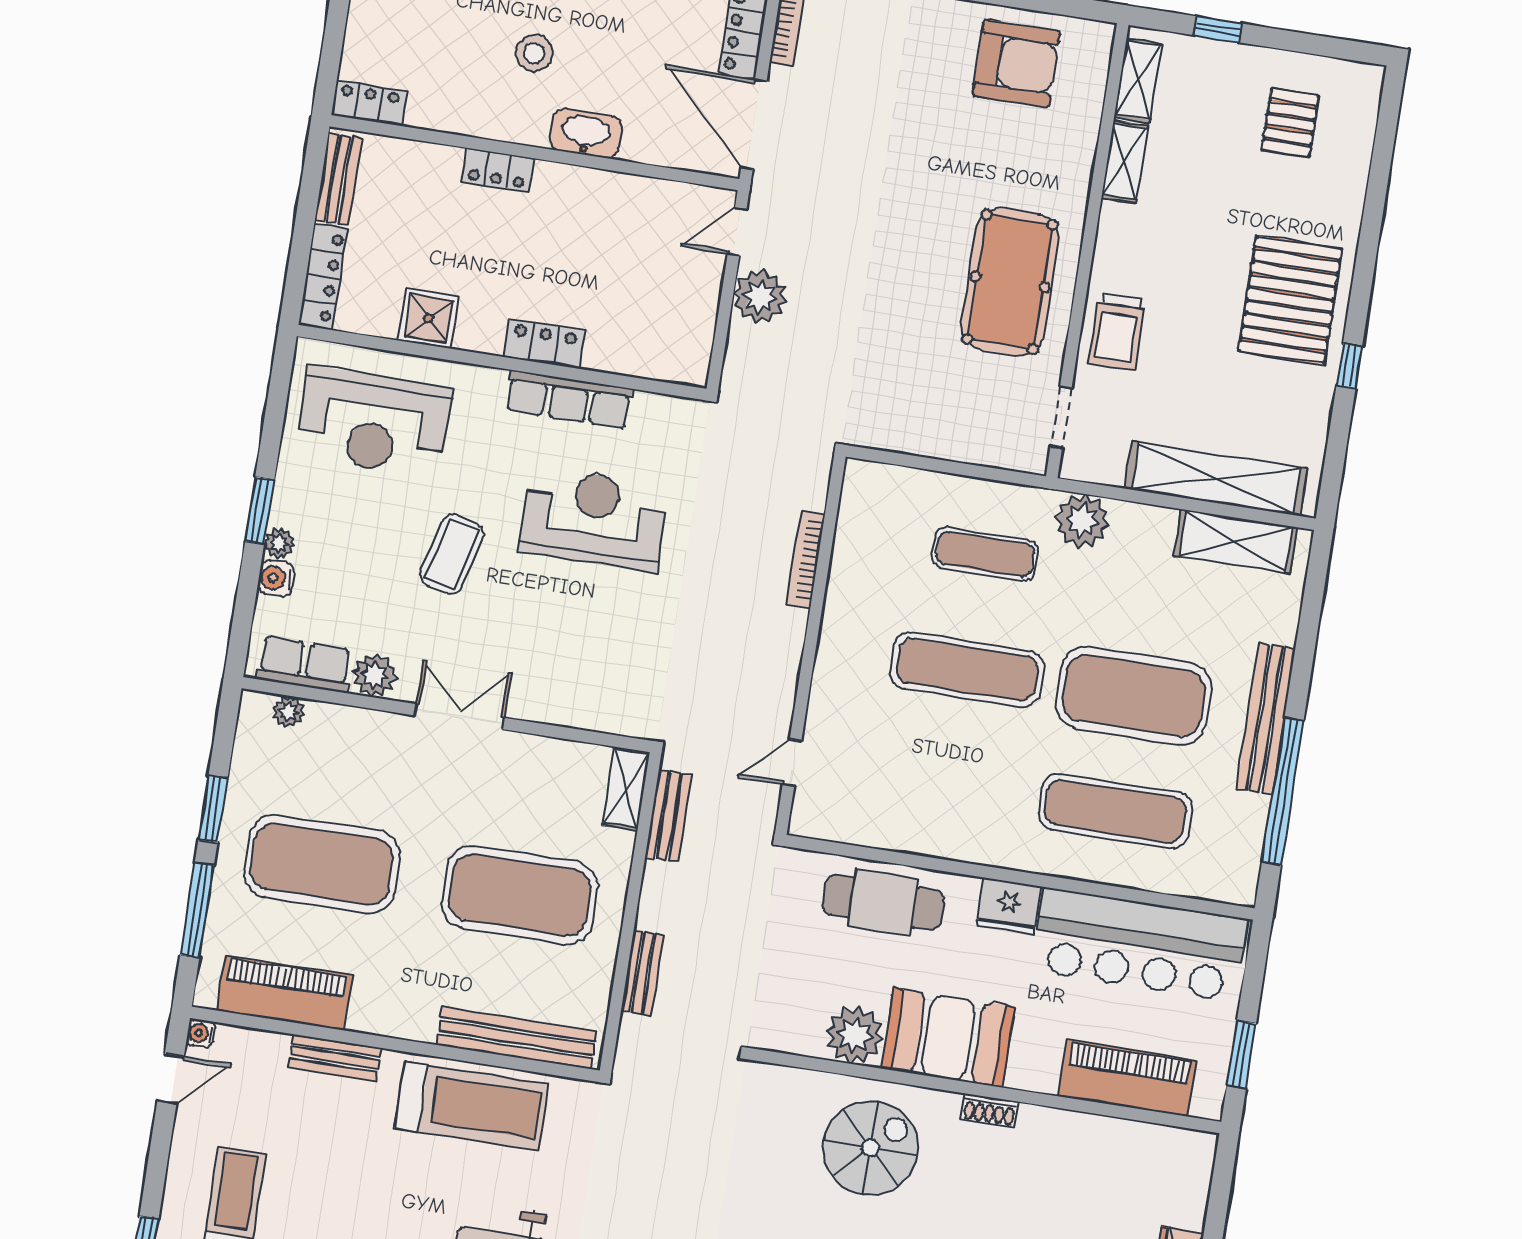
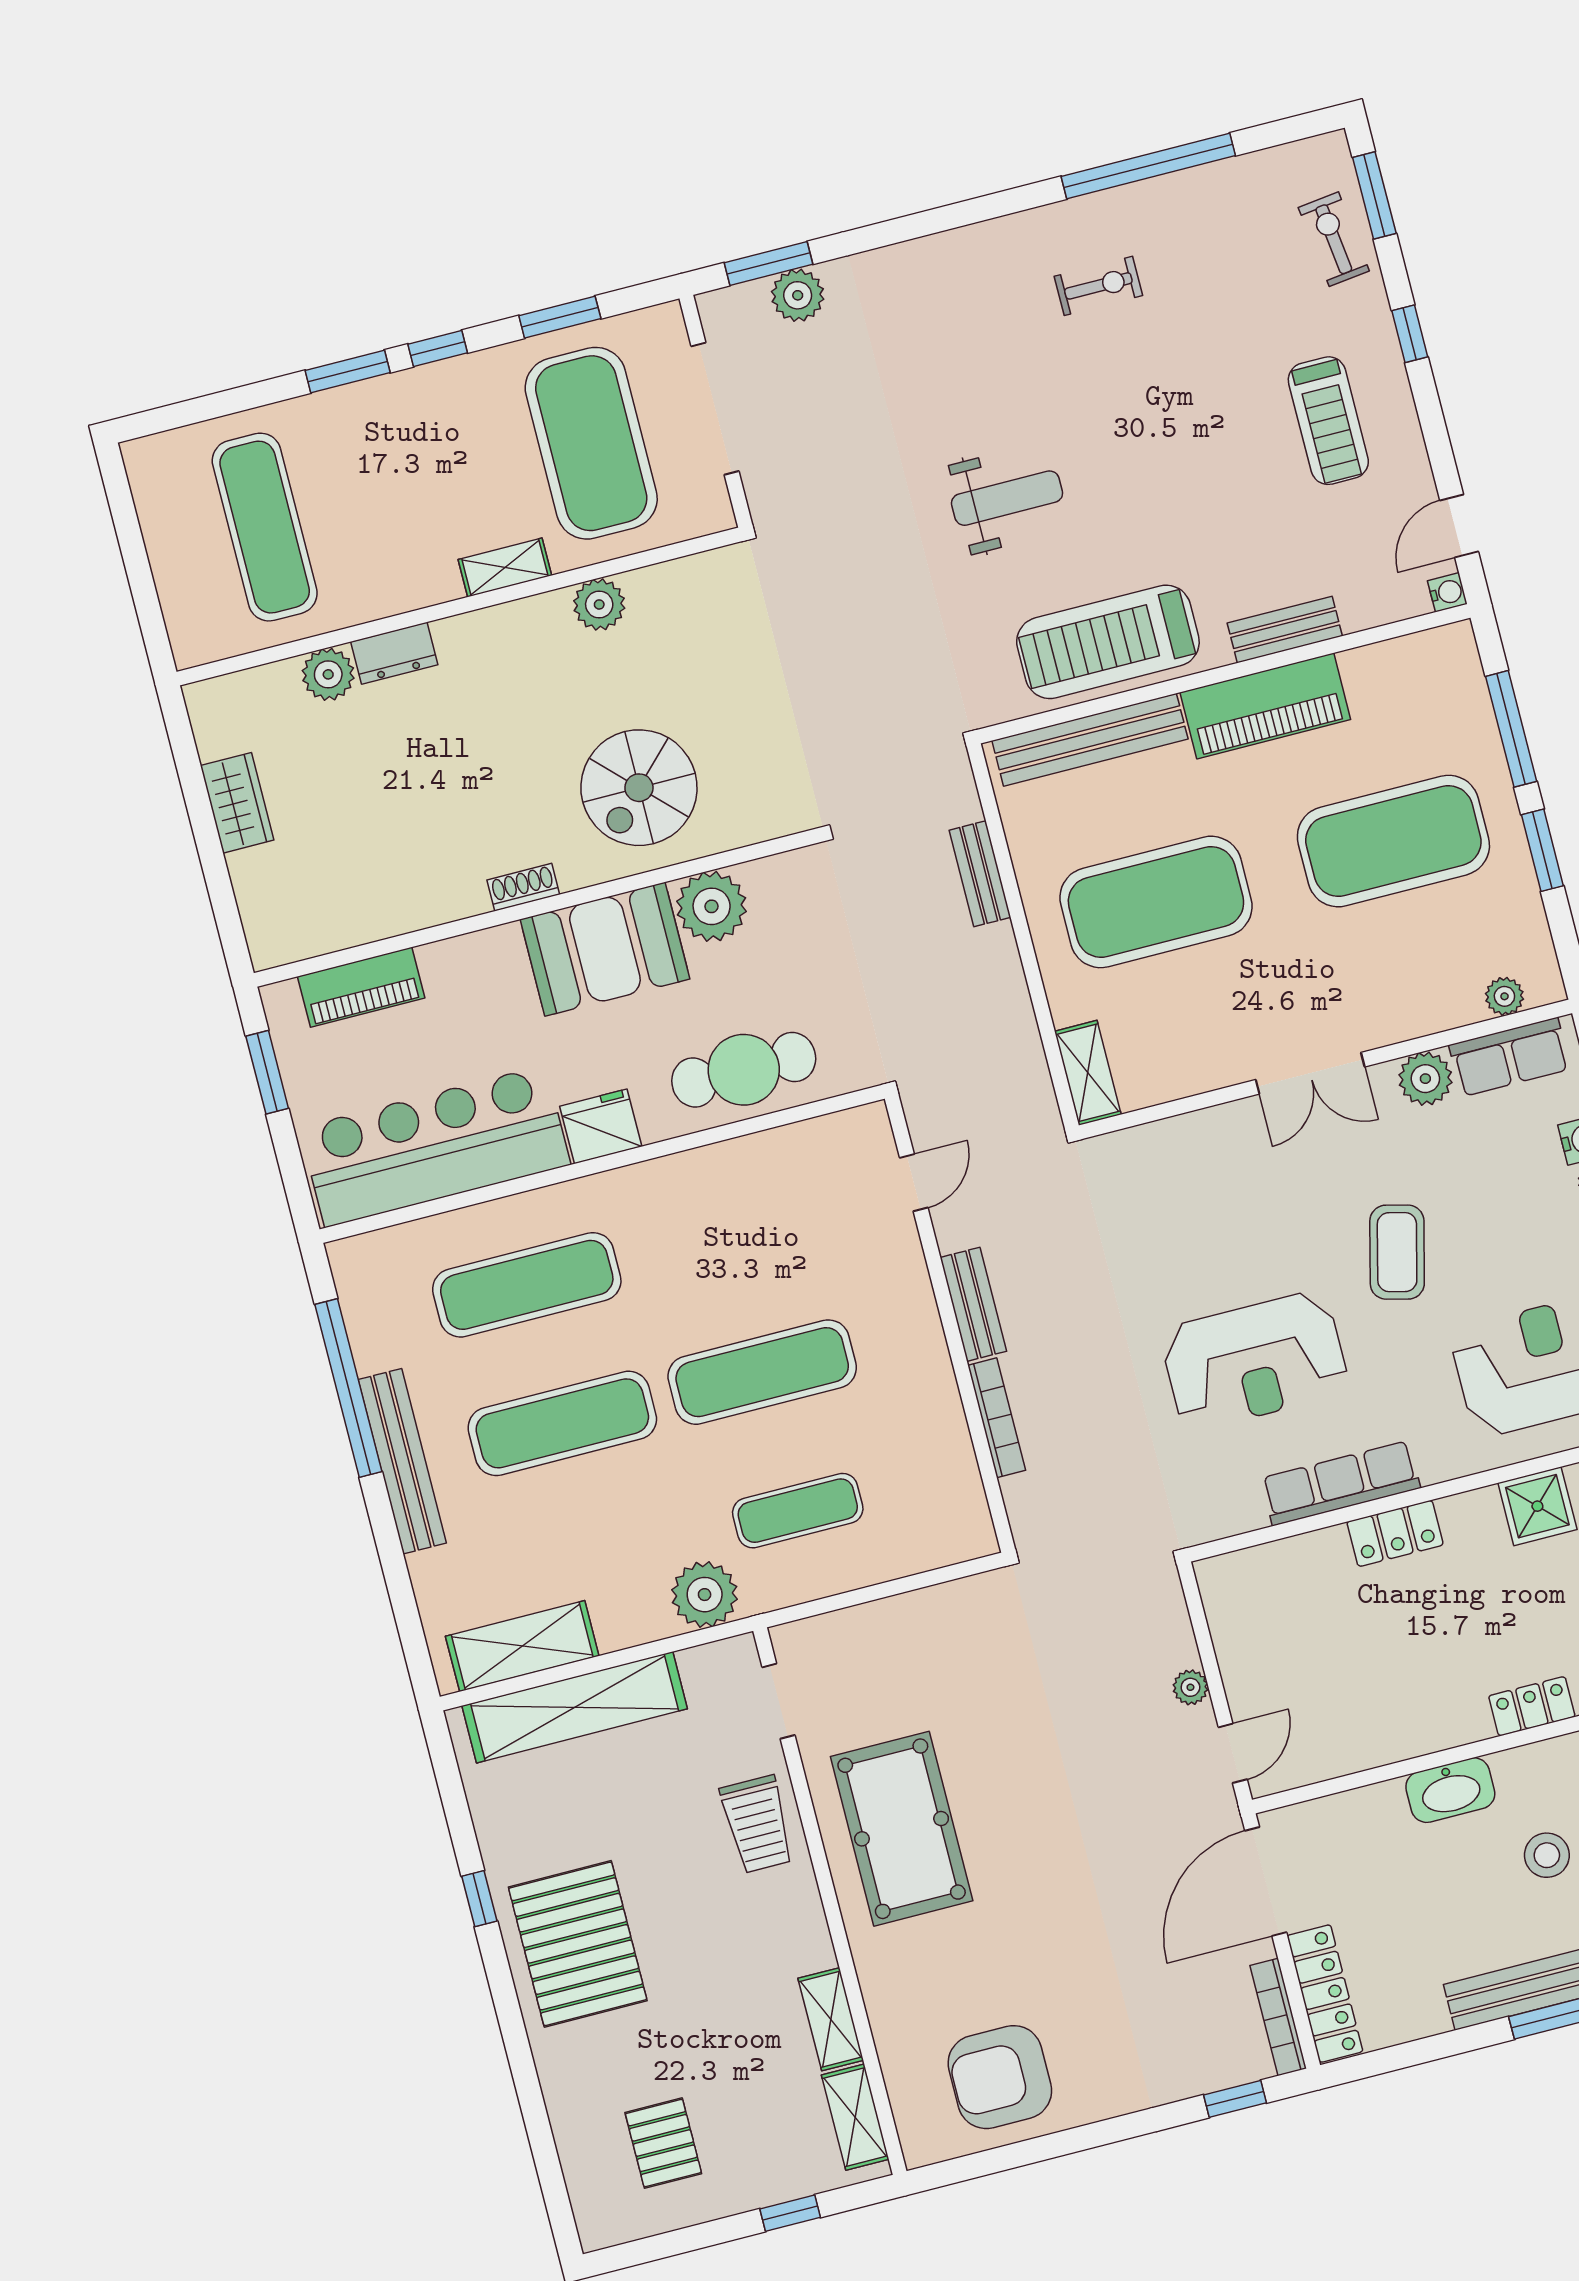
door: (754, 124) -> (1266, 1882), swing flipped
plant: (760, 296) -> (1190, 1687), width x0.53, depth x0.53
trolley: (1117, 332) -> (757, 1824), turned 180
exercise mat: (1134, 696) -> (562, 1423), width x0.68
bench: (668, 816) -> (973, 1304), moved
piano: (285, 993) -> (1265, 706), moved
piano: (1127, 1078) -> (361, 987), width x0.73, depth x0.75

